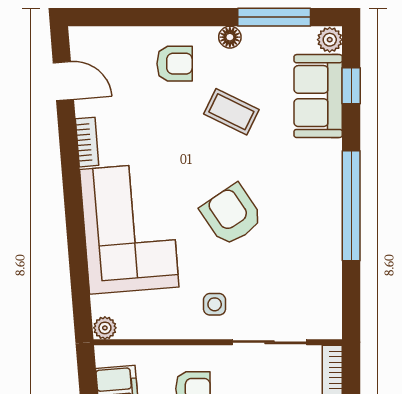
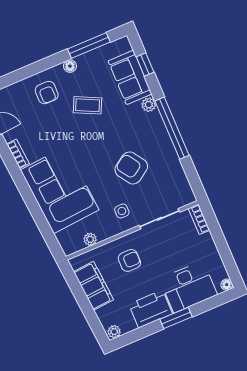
plant: (330, 40) -> (149, 105), moved
armchair: (175, 64) -> (47, 93), turned 90
armchair: (232, 215) -> (131, 168), moved
plant: (105, 328) -> (90, 239), moved

